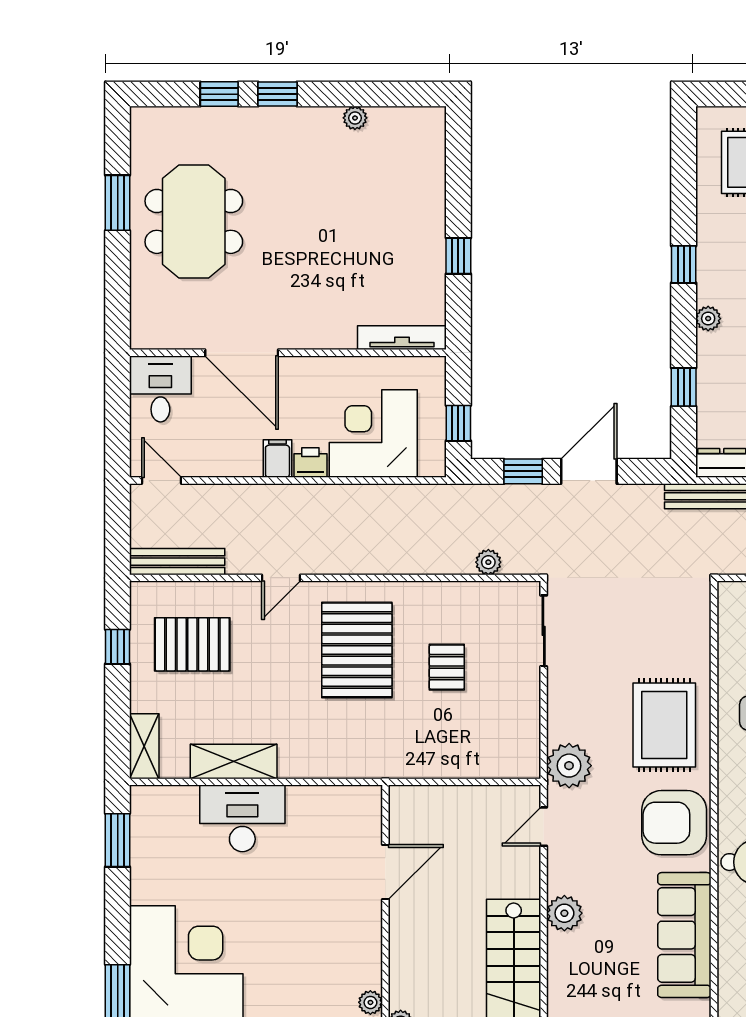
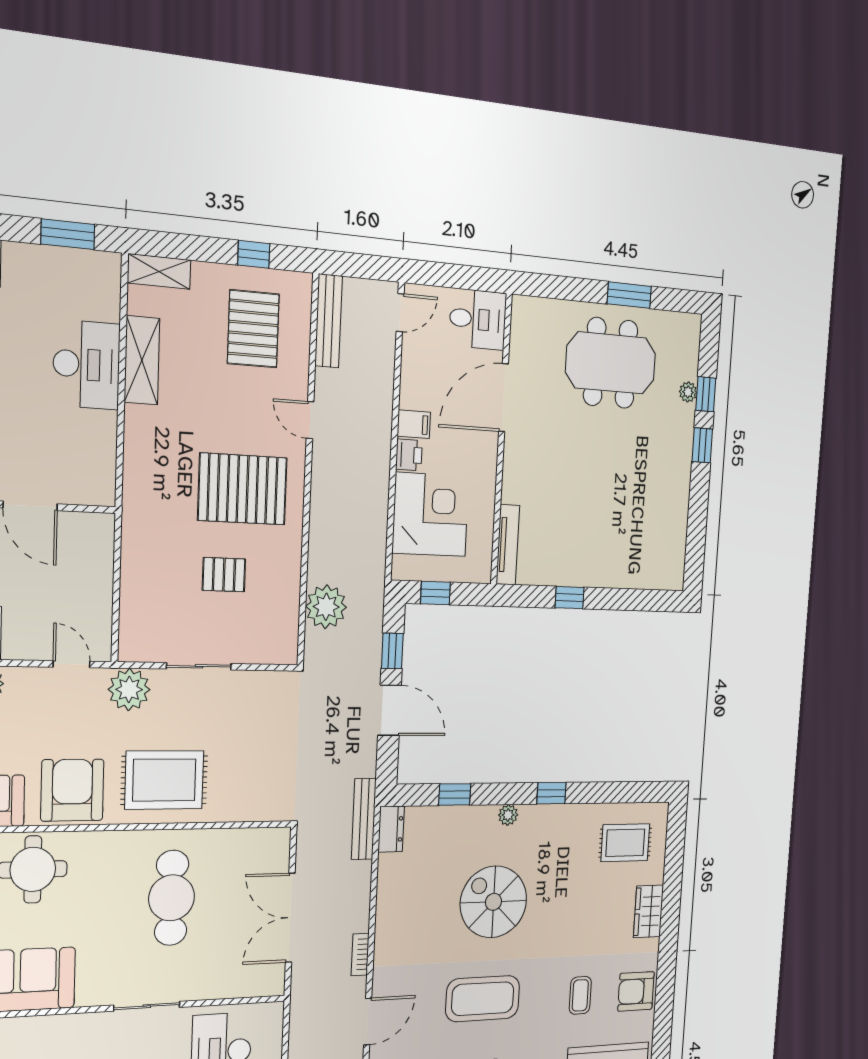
plant: (355, 118) -> (688, 392), moved
plant: (488, 562) -> (326, 607), width x1.88, depth x1.88
sliding door: (544, 631) -> (199, 666), moved

